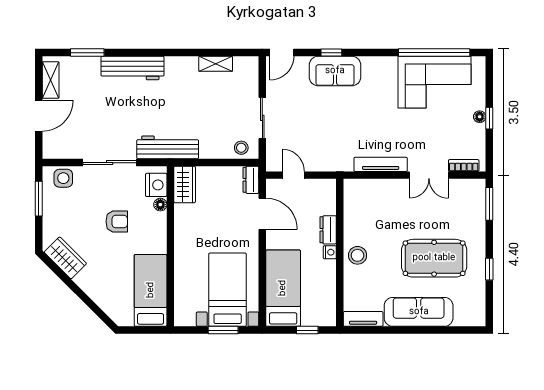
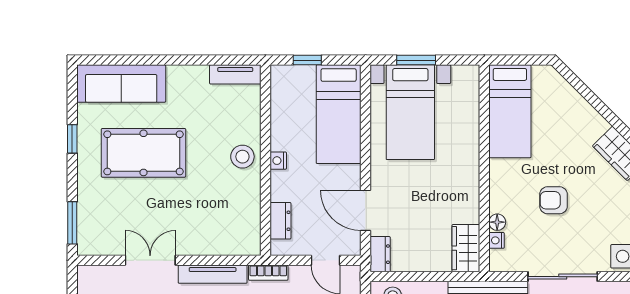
bookcase: (464, 165) -> (268, 273), moved
nightstand: (156, 185) -> (497, 240), width x0.53, depth x0.56
dresser: (328, 230) -> (280, 221), moved
sofa: (419, 312) -> (121, 84), moved

